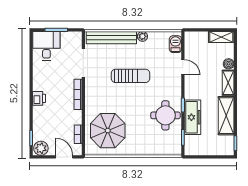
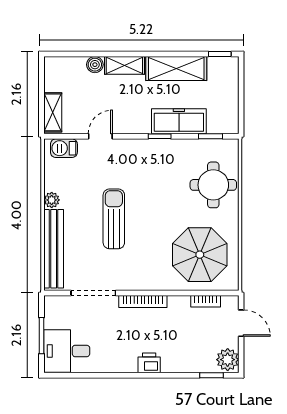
shelving: (221, 37) -> (53, 112), moved
round table: (165, 115) -> (213, 185), moved
door: (64, 157) -> (241, 323), swing flipped

